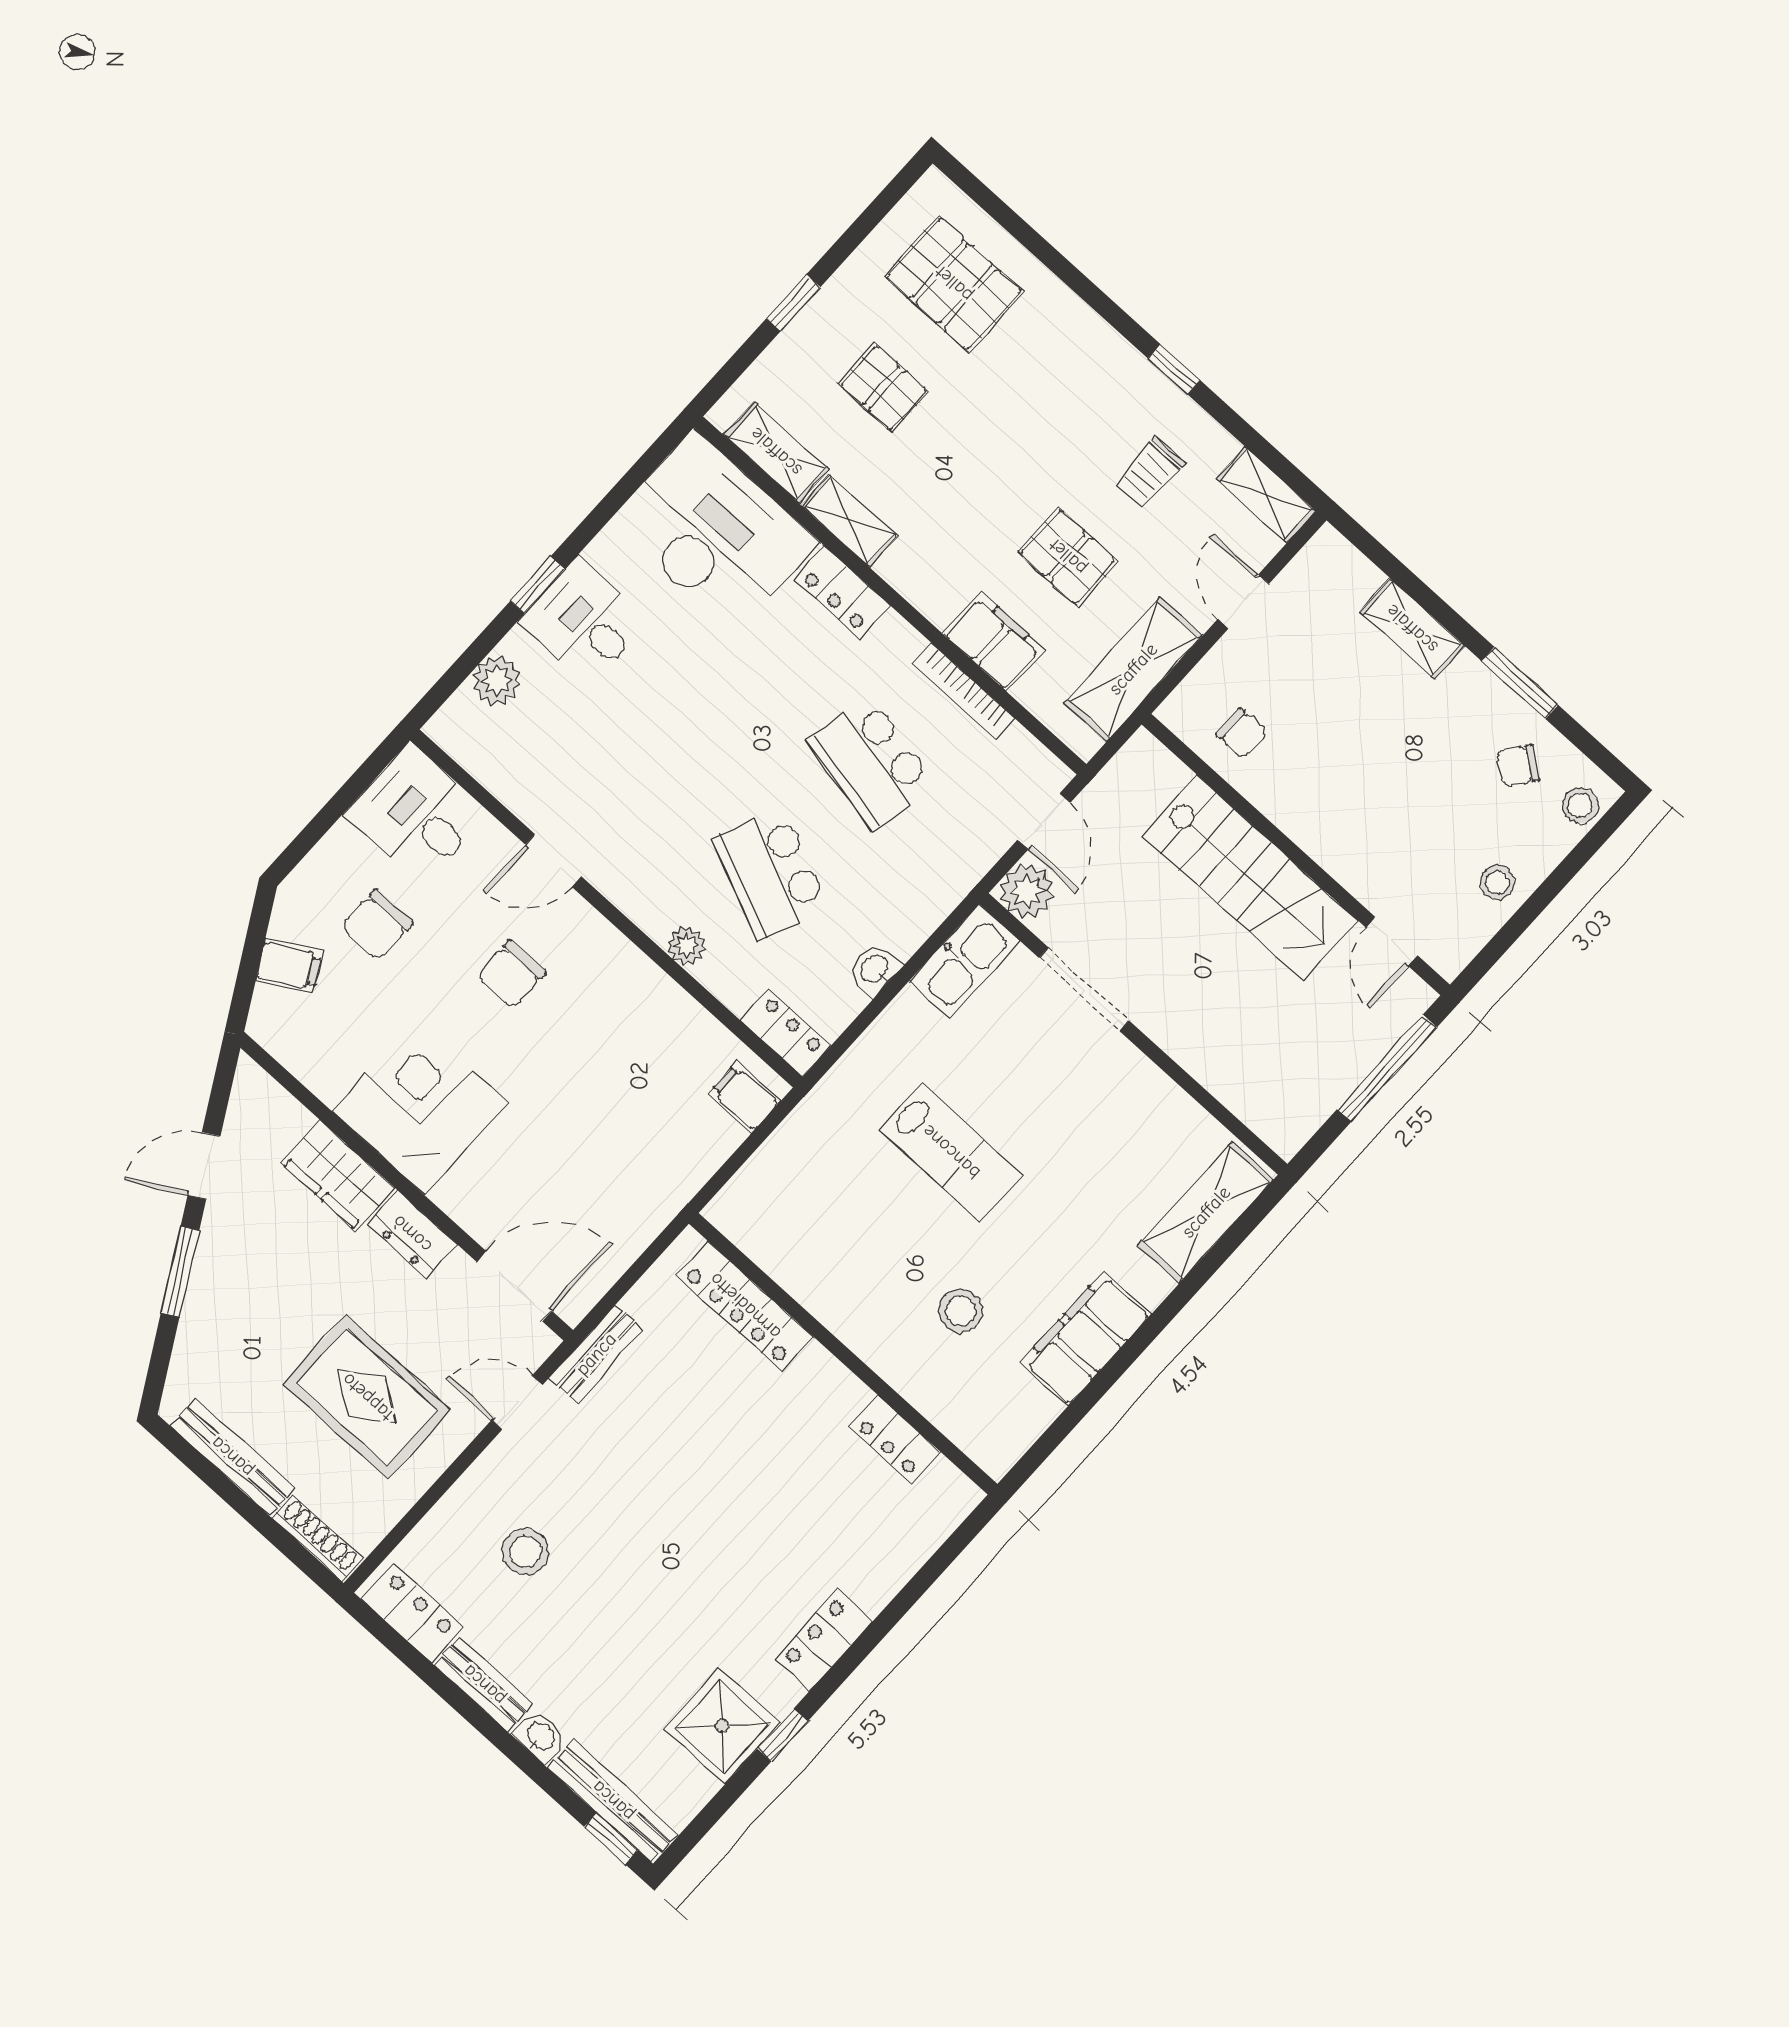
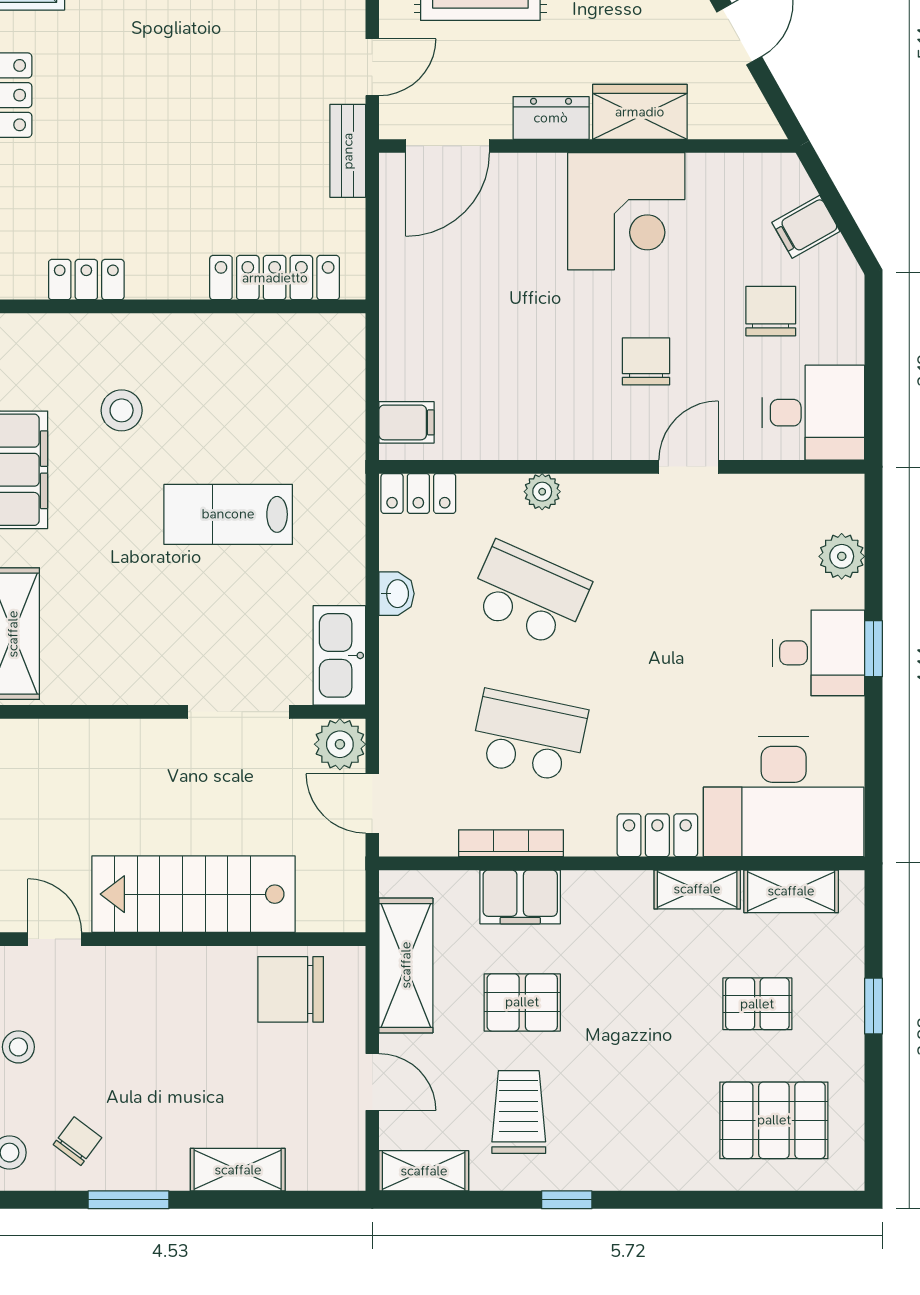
trolley: (1149, 473) -> (519, 1112), width x1.36, depth x1.39
chair: (1241, 733) -> (291, 989), width x1.87, depth x1.87

